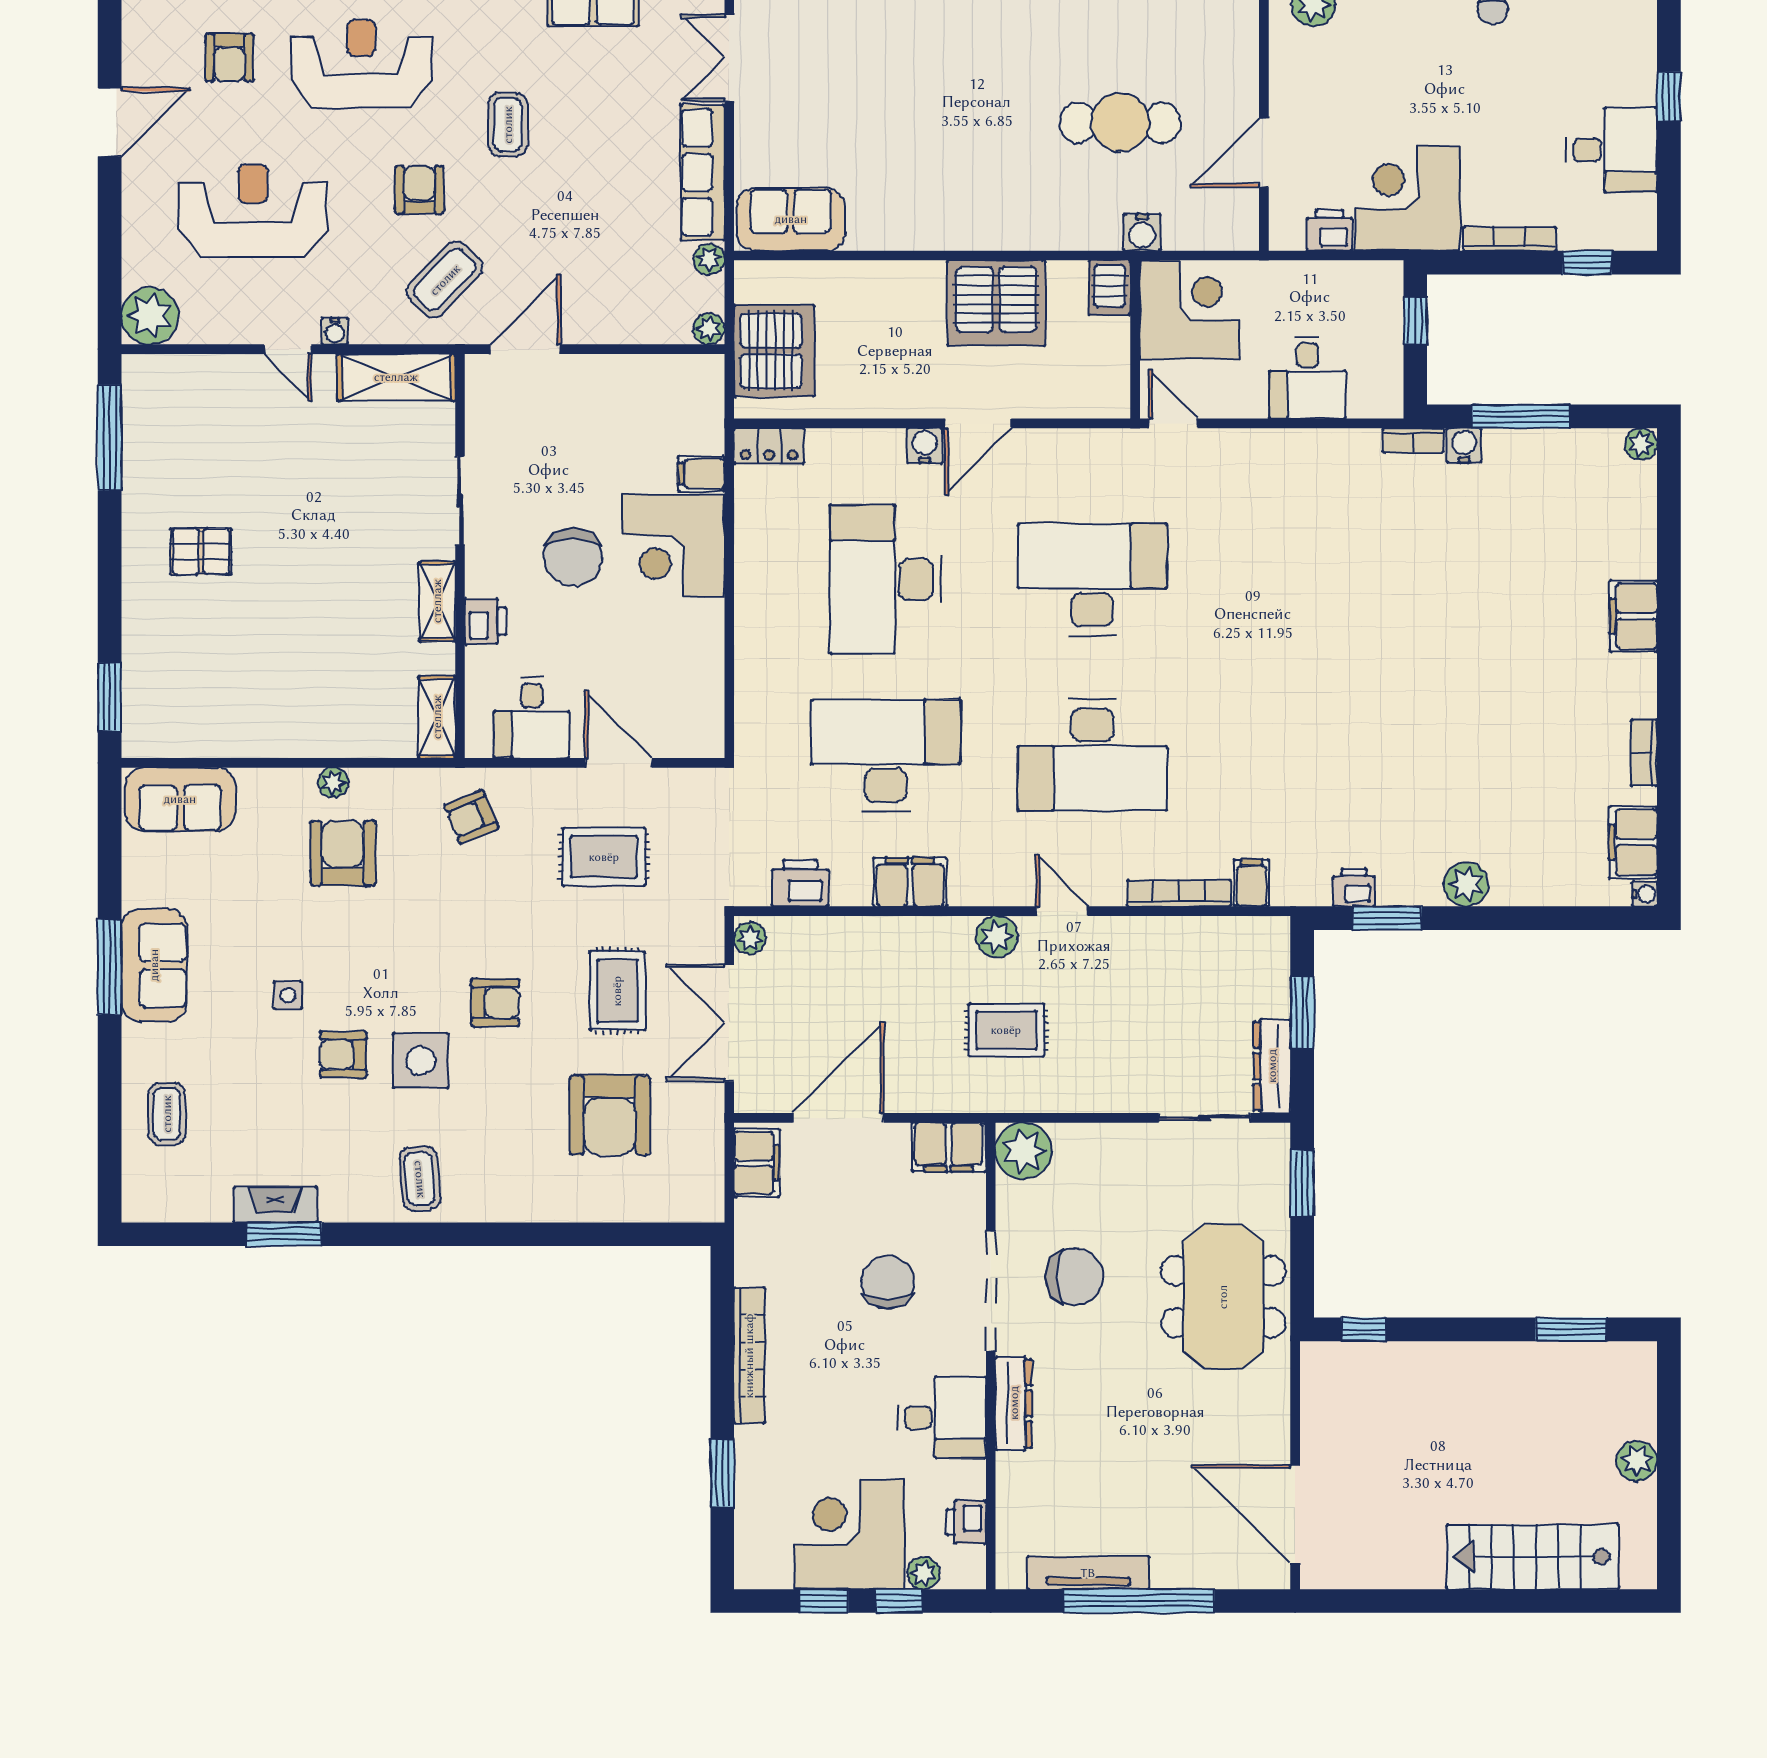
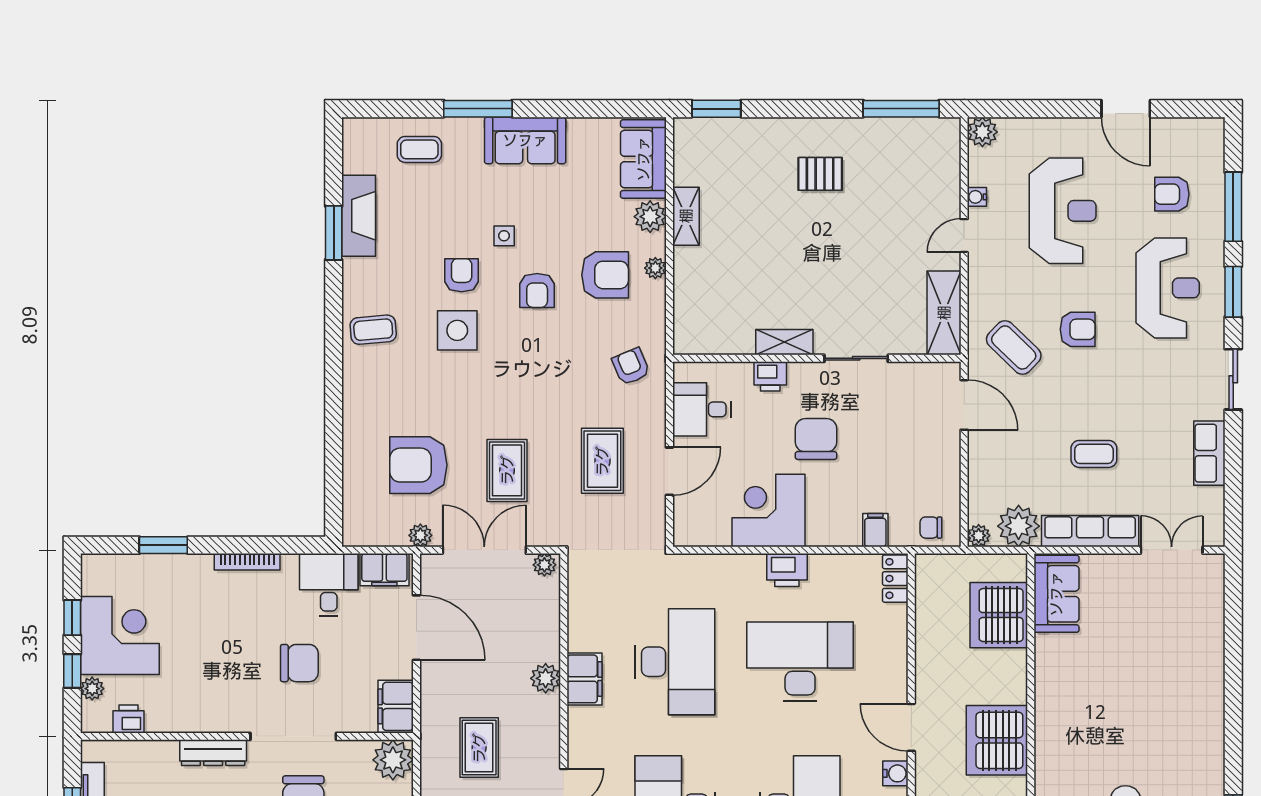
coffee table: (508, 125) -> (1094, 454), moved
plant: (709, 259) -> (1019, 526), width x1.88, depth x1.88
plant: (150, 316) -> (982, 132), width x0.73, depth x0.73
water cooler: (335, 331) -> (977, 197), moved
server rack: (774, 351) -> (999, 615), moved, turned 90
chair: (698, 396) -> (931, 528), added
water cooler: (925, 446) -> (895, 773), moved
corner desk: (674, 545) -> (768, 510), moved
pallet: (201, 551) -> (820, 174), turned 90
chair: (573, 557) -> (816, 439), turned 90
shelving: (437, 717) -> (686, 216), moved, turned 90
plant: (261, 790) -> (650, 217), added
printer: (800, 883) -> (787, 570), moved, turned 90
plant: (997, 937) -> (546, 678), moved
window: (110, 967) -> (478, 109), moved
rug: (617, 991) -> (507, 470), turned 90
armchair: (495, 1003) -> (537, 290), moved
plant: (708, 1112) -> (420, 535), added
fireplace: (275, 1205) -> (359, 216), width x1.37, depth x1.32
bookcase: (749, 1356) -> (247, 562), width x0.68, depth x0.76
desk: (942, 1417) -> (329, 585), moved, turned 180

